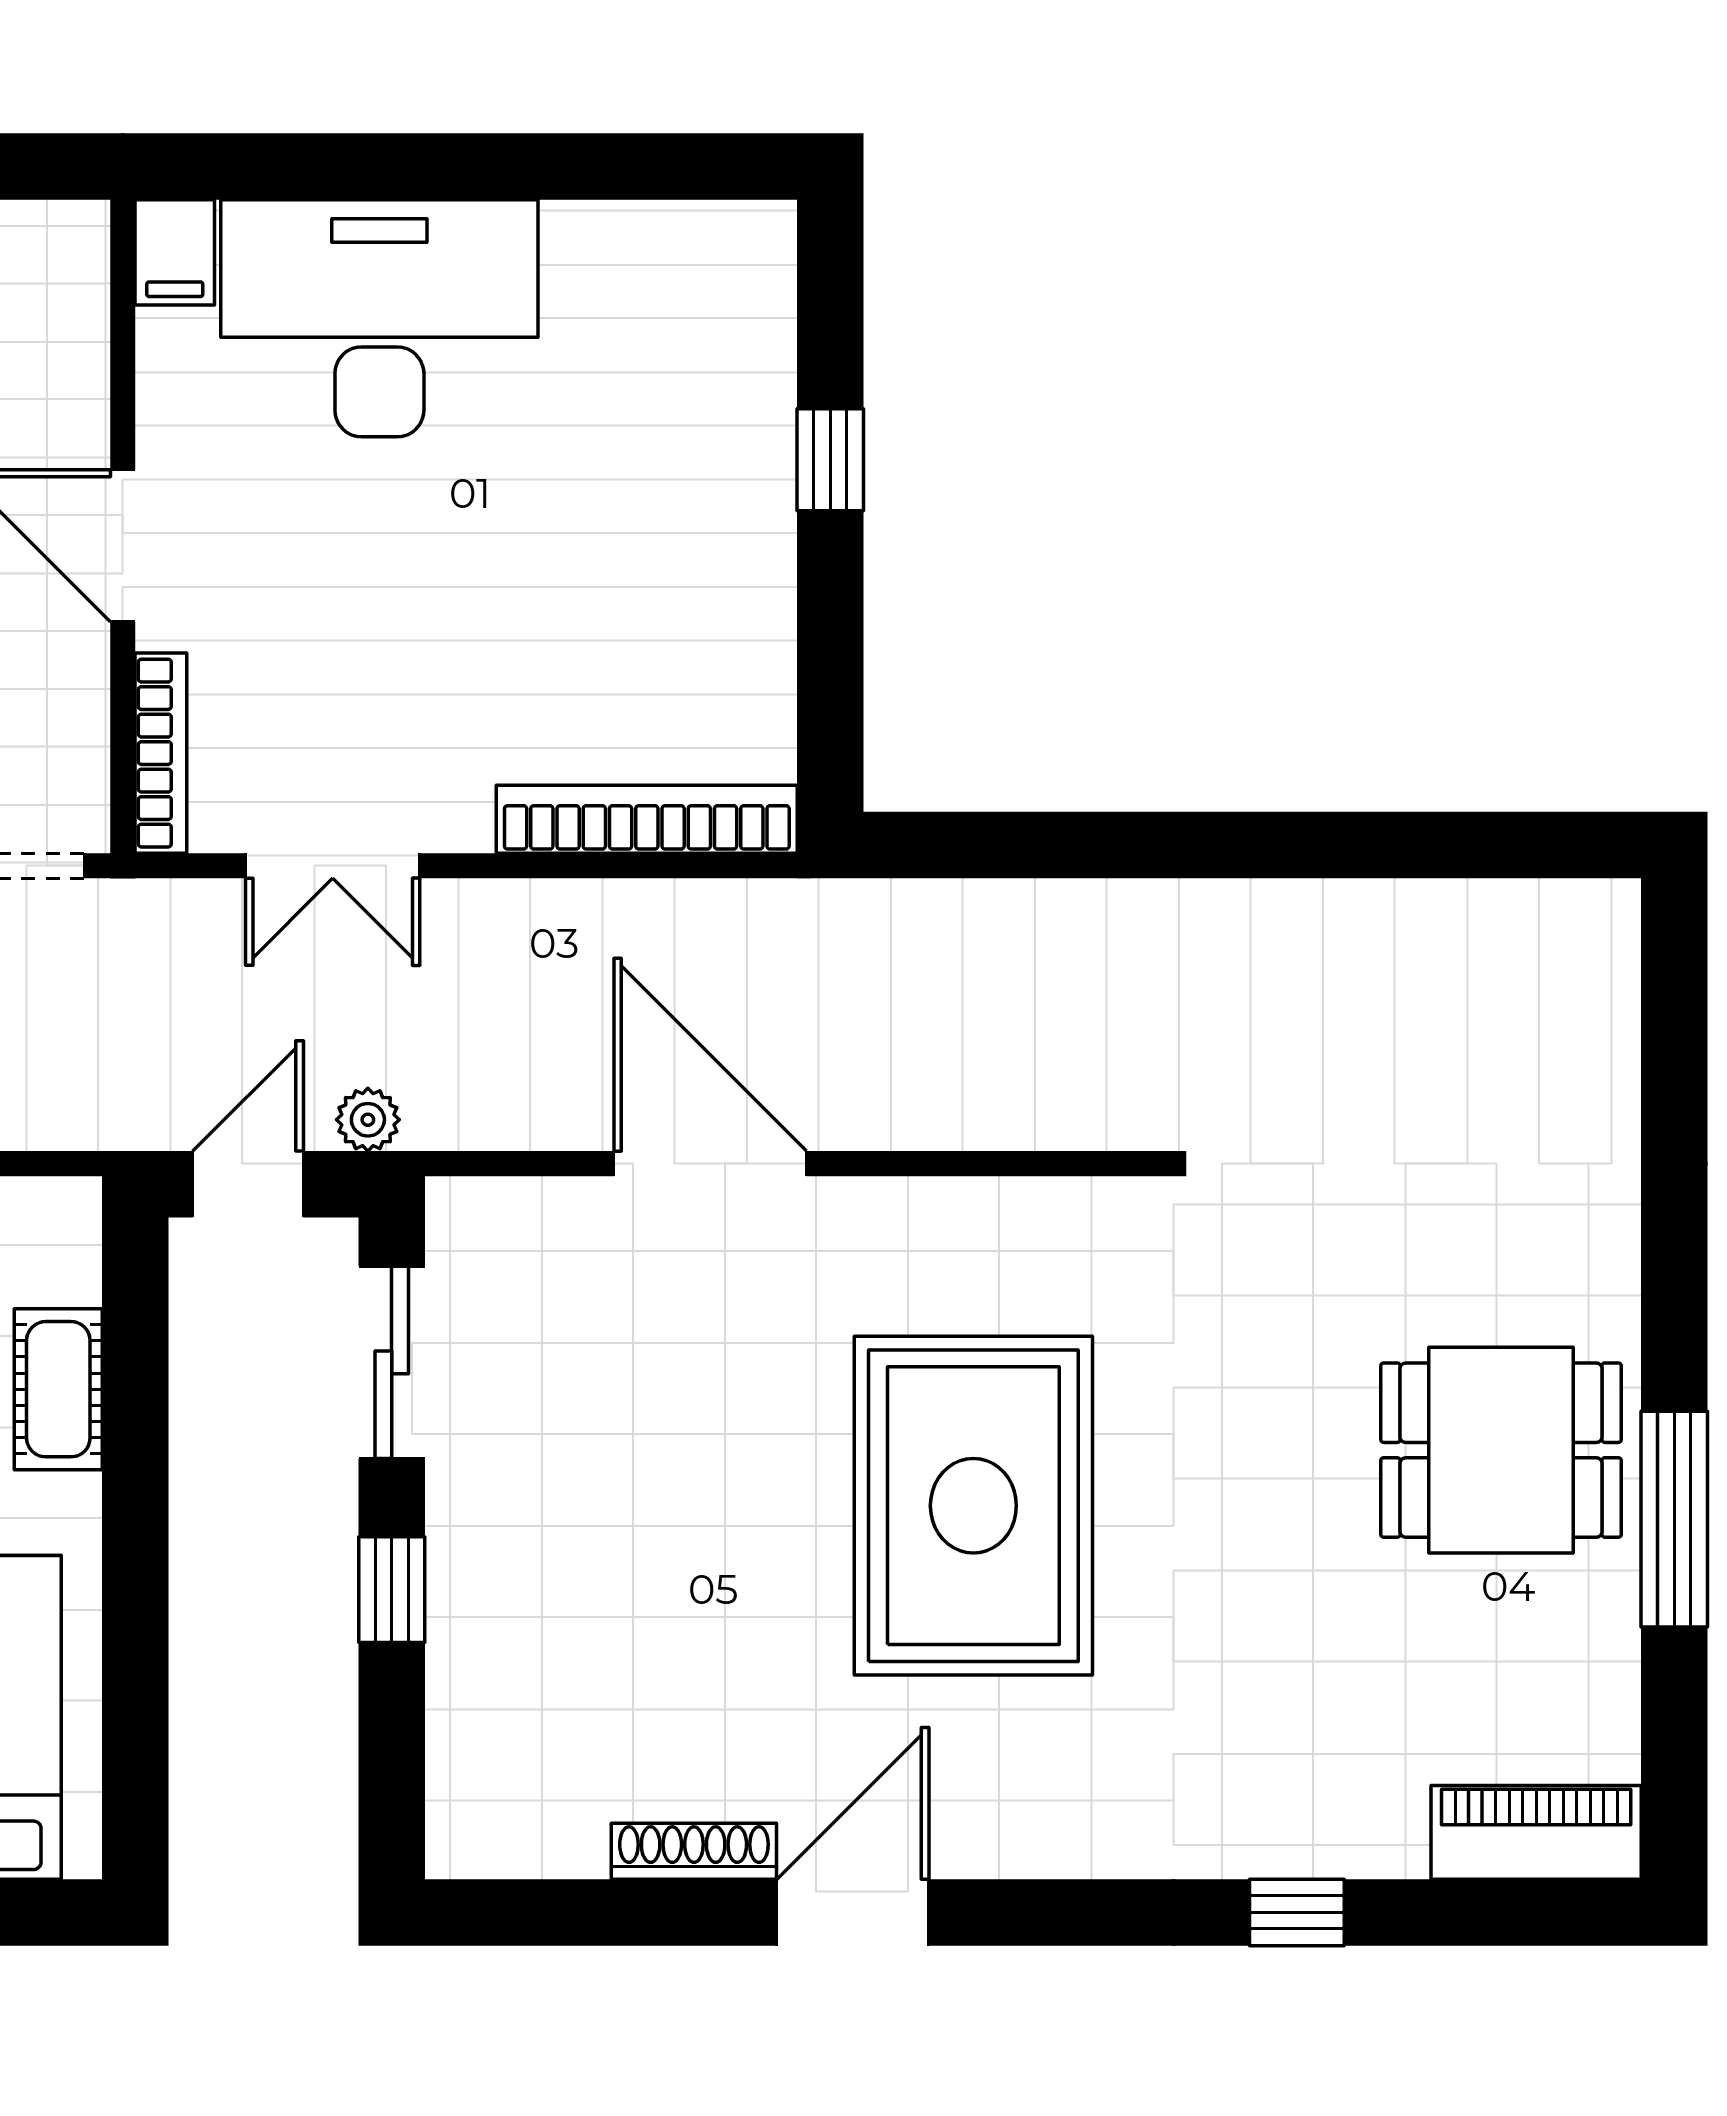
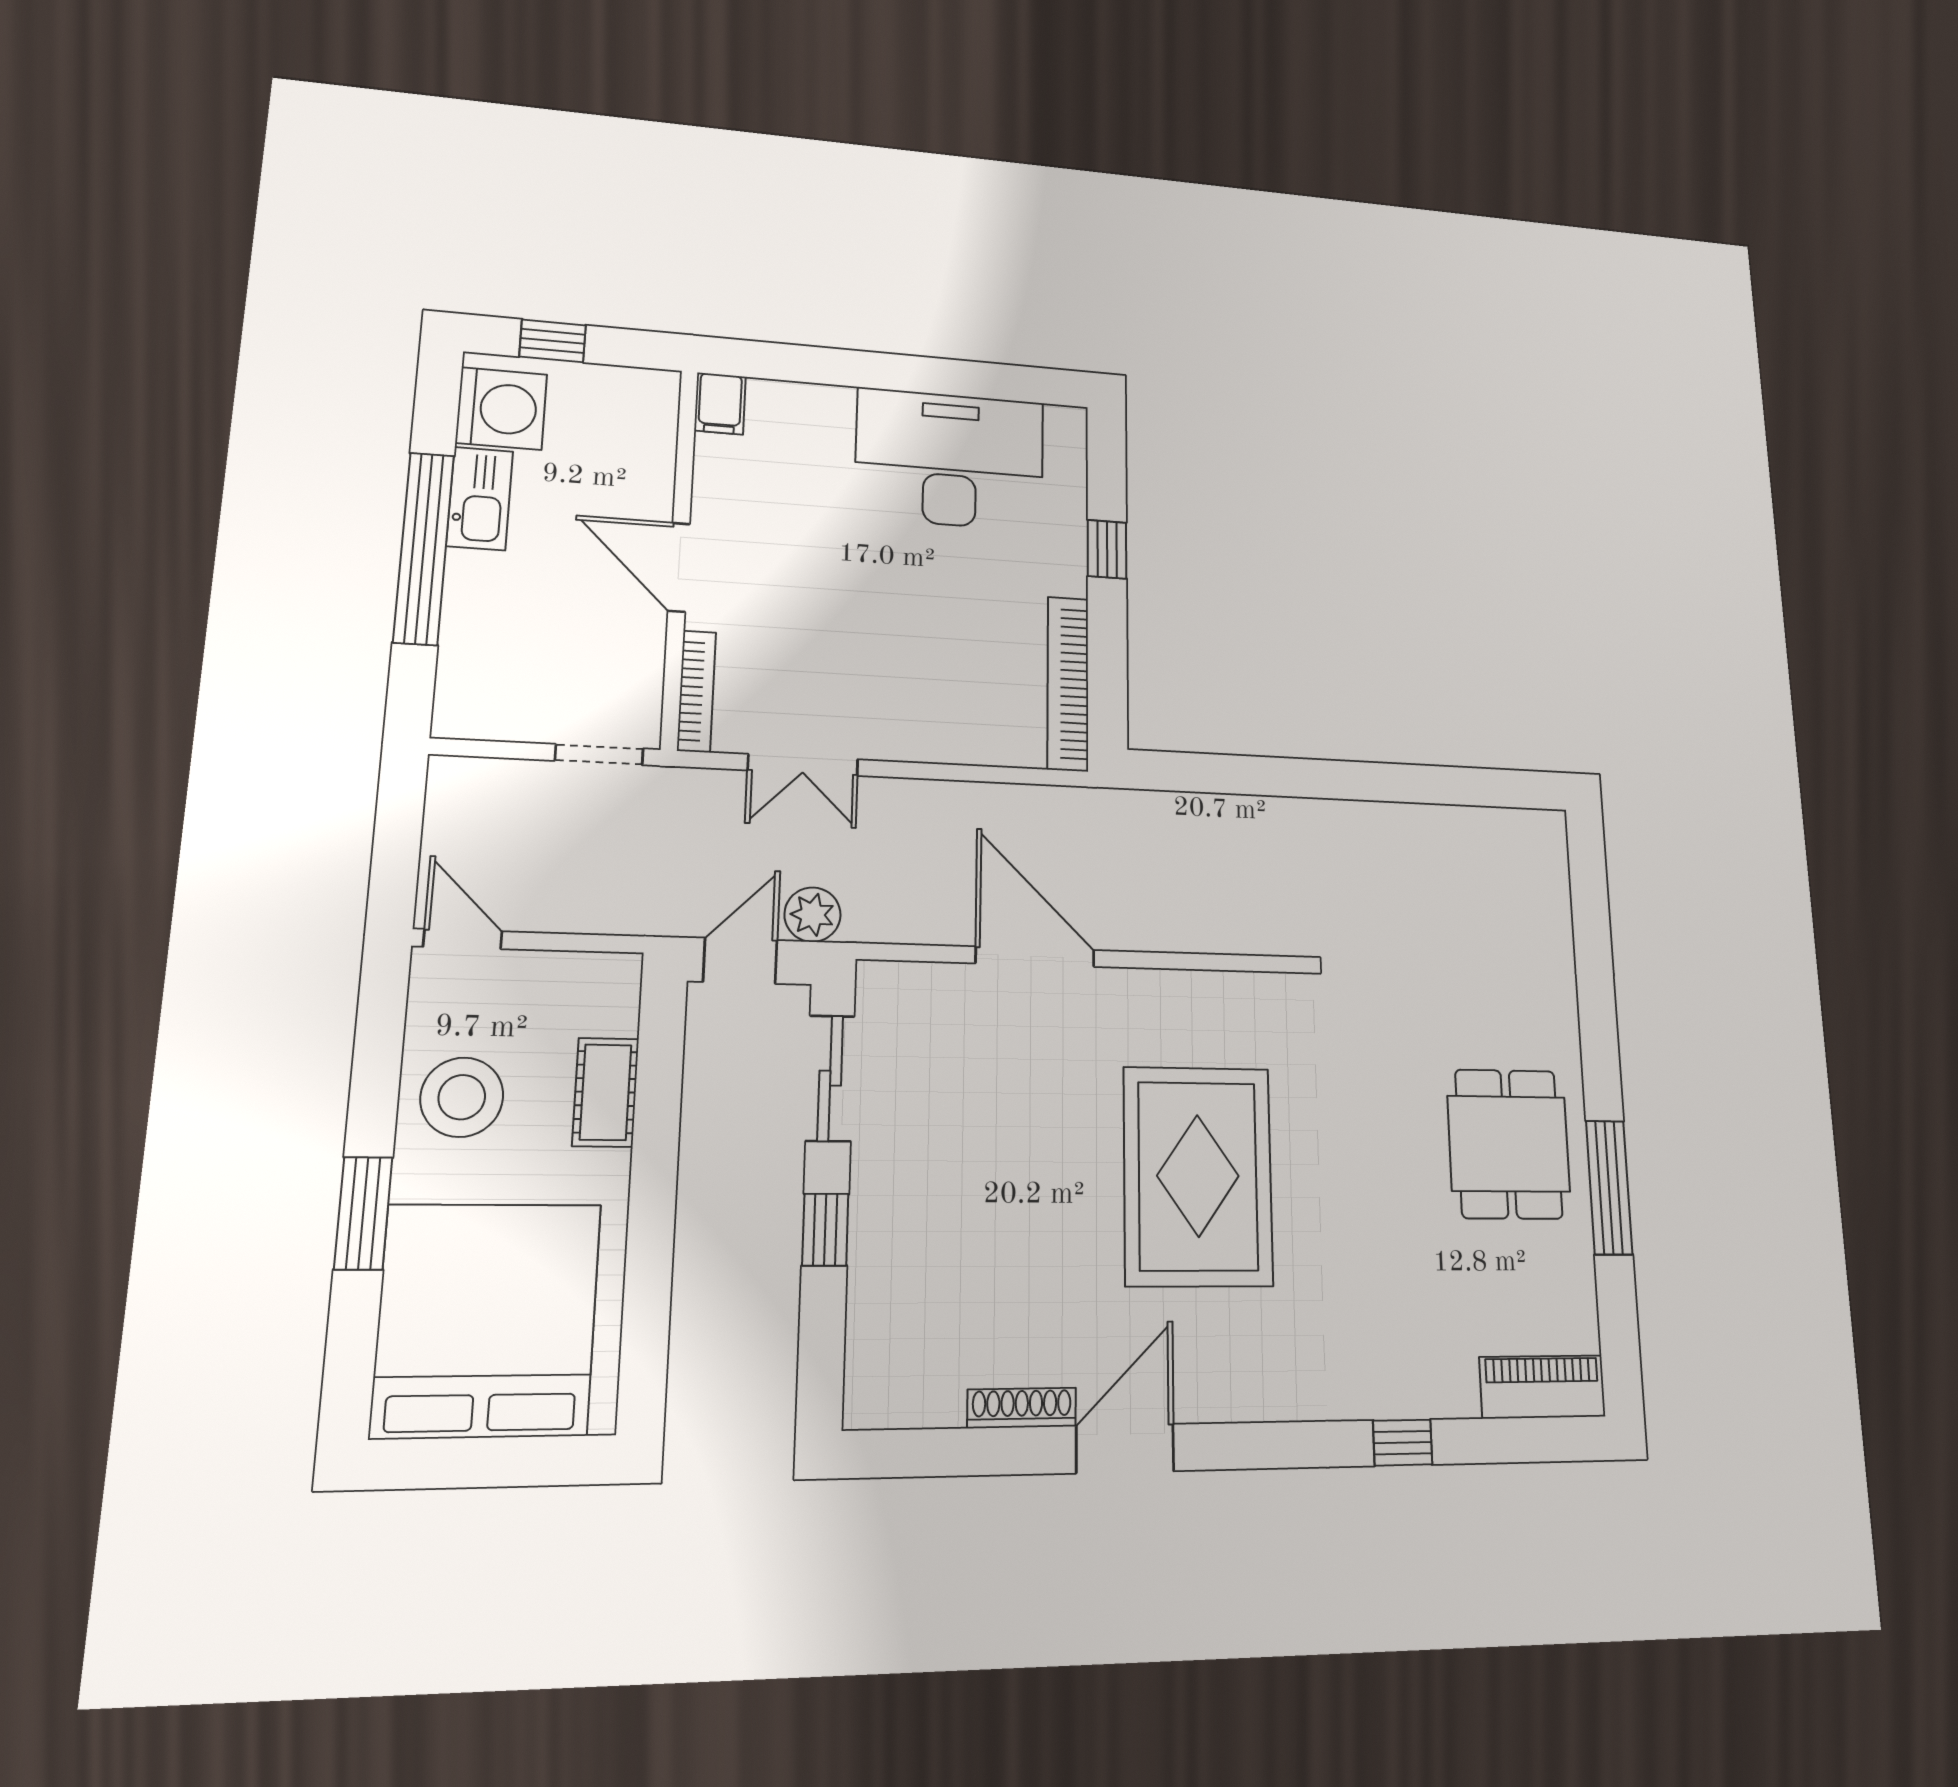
desk: (379, 318) -> (950, 459), moved
bookcase: (647, 819) -> (1068, 683), moved, turned -90
plant: (368, 1120) -> (812, 915), width x1.38, depth x1.38
dining table: (1501, 1450) -> (1509, 1144), turned 90

